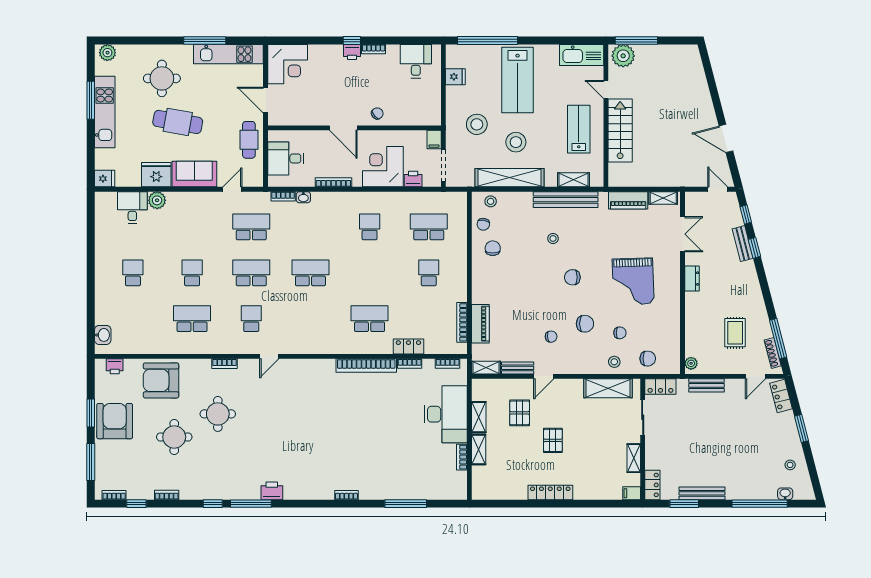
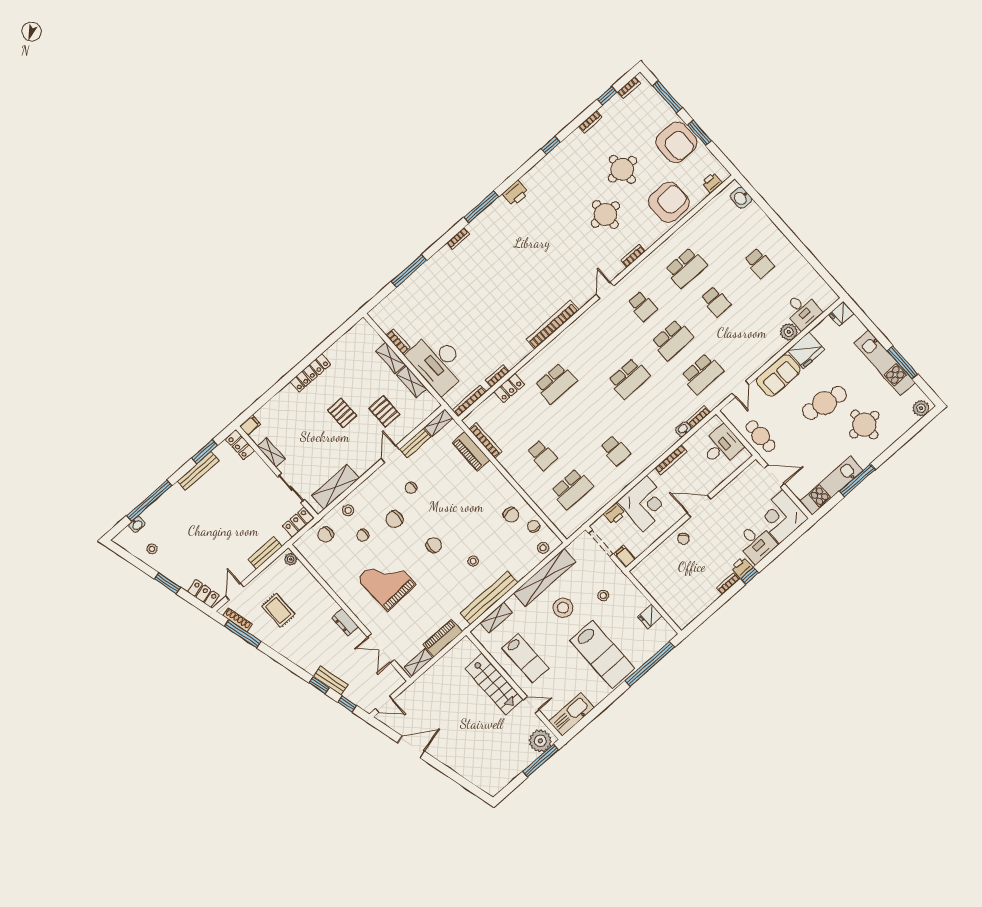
desk: (416, 61) -> (756, 543), moved
lab bench: (518, 80) -> (602, 654), turned 180
stool: (477, 124) -> (603, 595), width x0.53, depth x0.53
bookcase: (448, 364) -> (469, 401), width x1.56
bookcase: (366, 366) -> (552, 325), moved
window: (251, 504) -> (481, 207), moved

